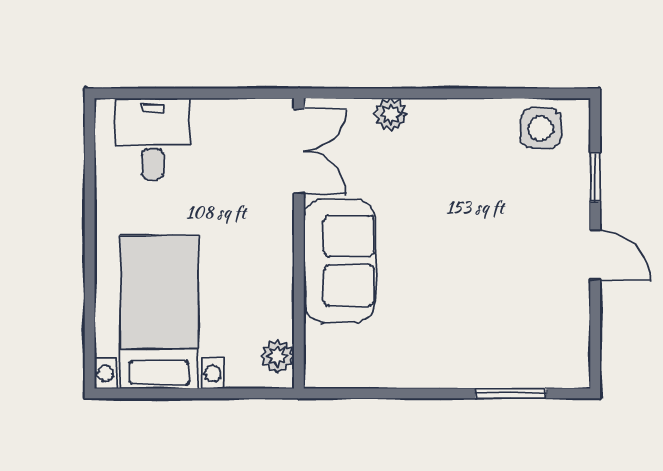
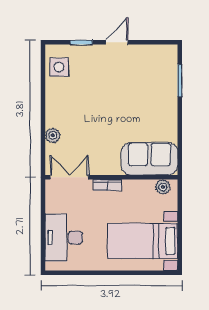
desk: (152, 139) -> (64, 238), width x1.37
bookcase: (282, 235) -> (107, 185), added
sofa: (339, 261) -> (149, 159), moved

